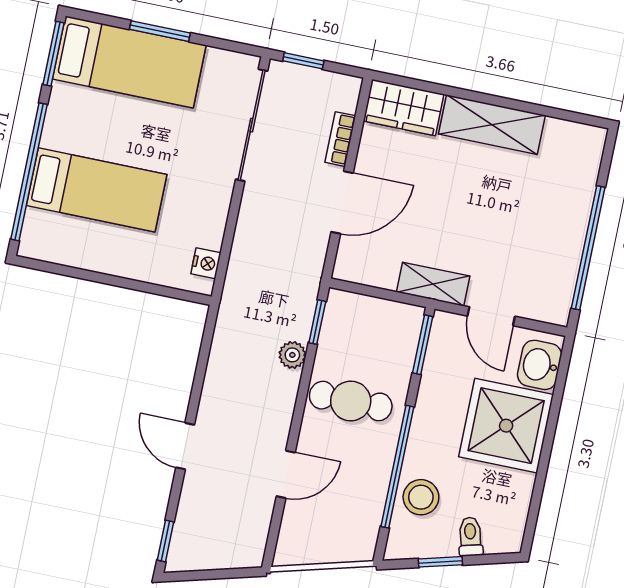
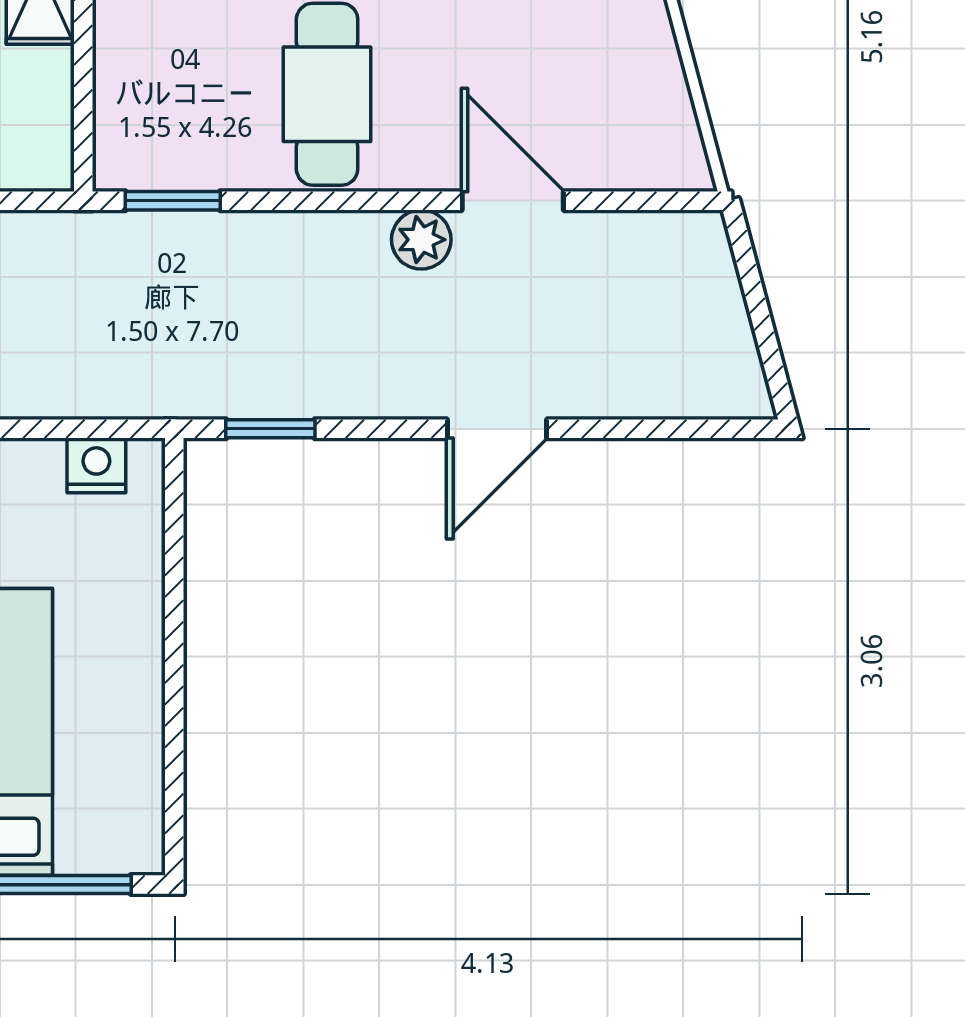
plant: (292, 355) -> (421, 240), moved
window: (165, 541) -> (270, 429), moved

